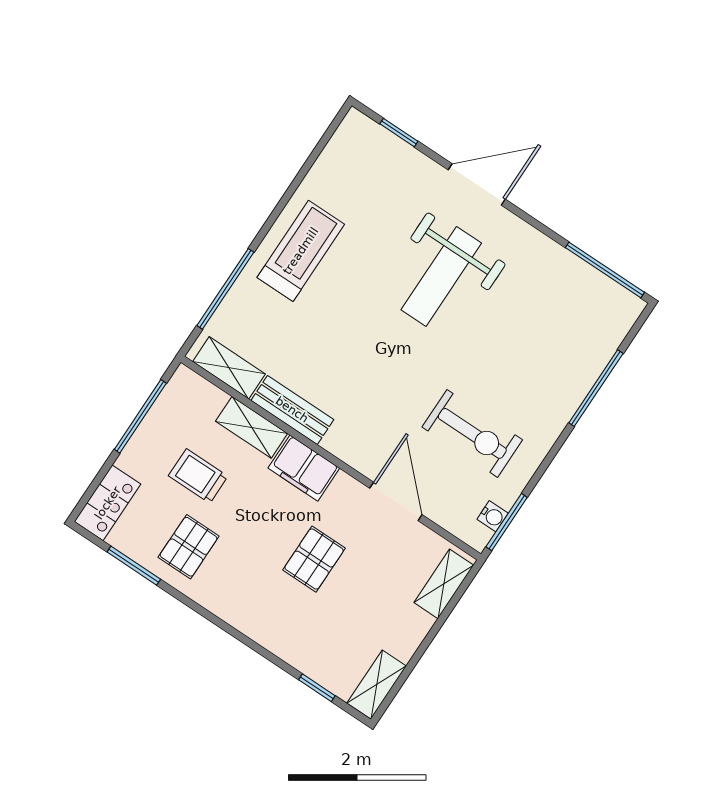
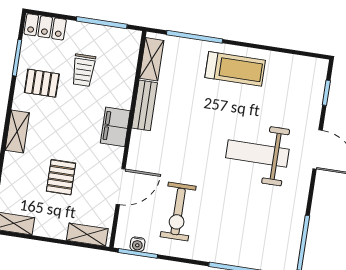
shelving: (252, 427) -> (17, 132), moved
trolley: (198, 476) -> (84, 70), turned 180
pallet: (314, 559) -> (61, 177), moved, turned 90

